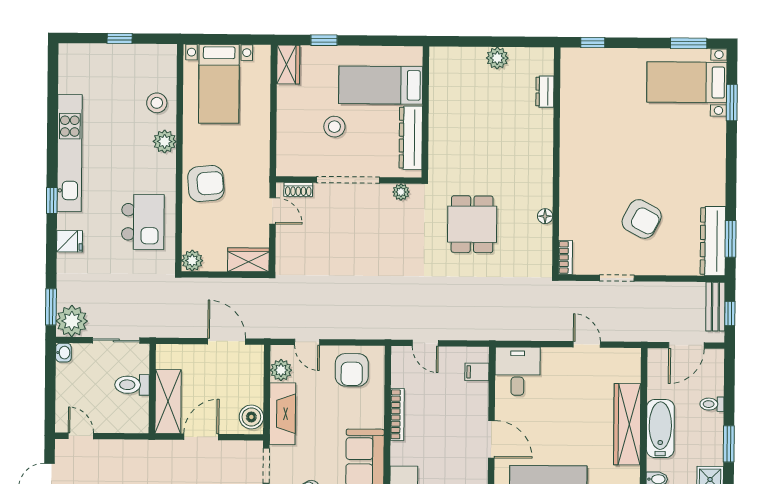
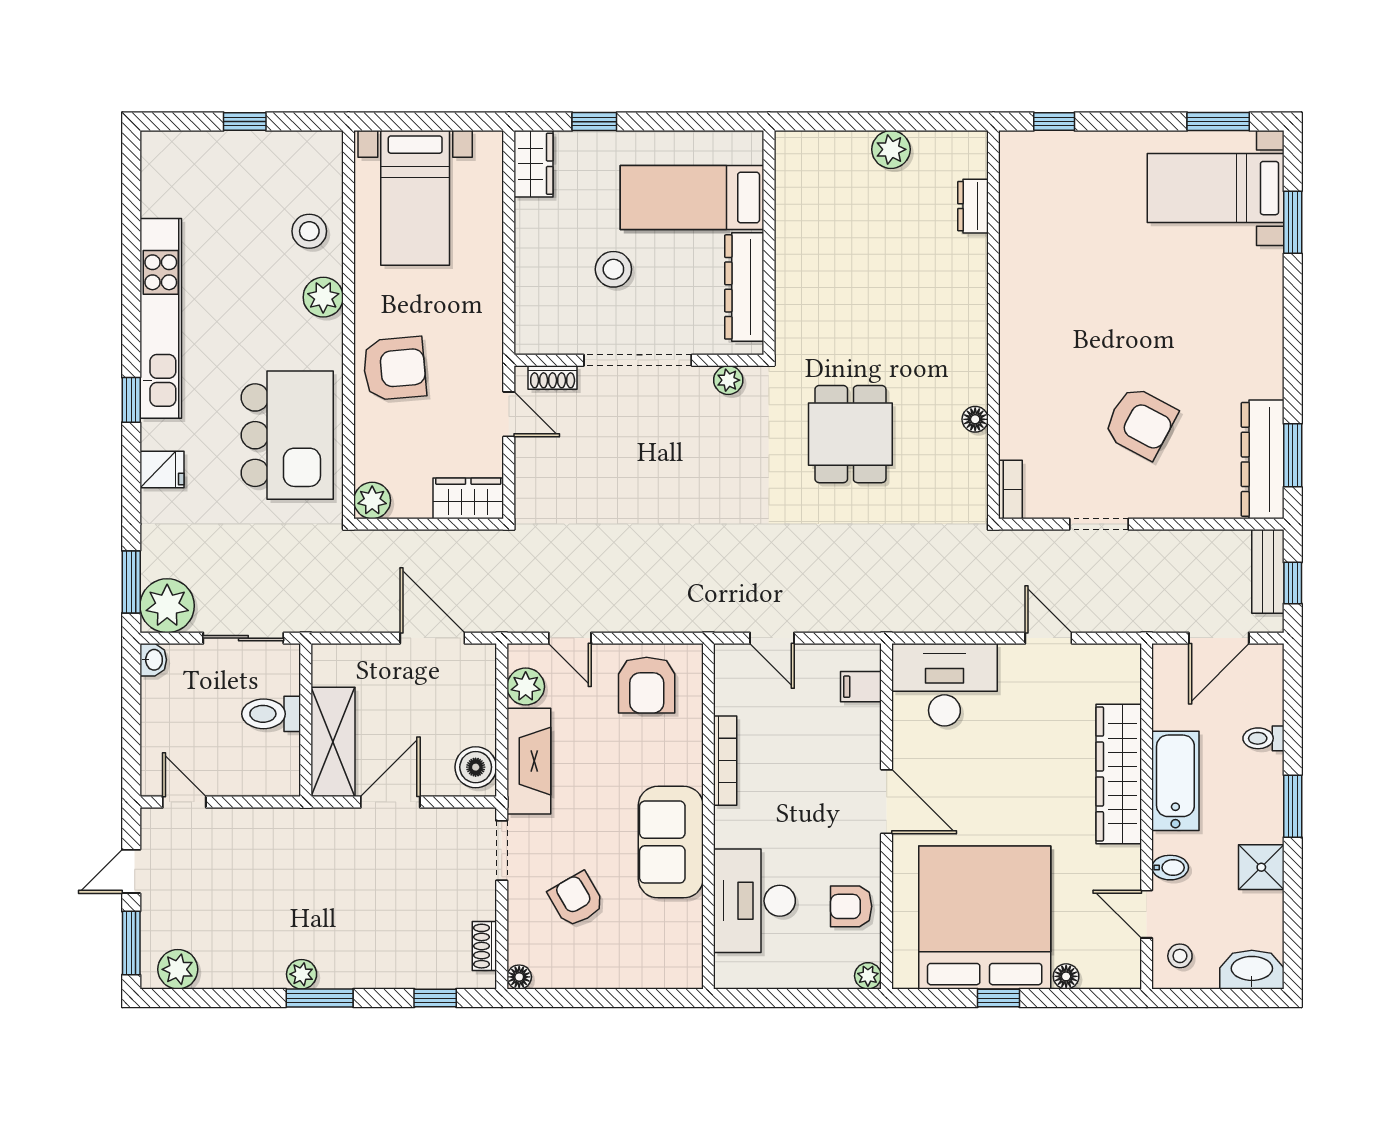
kitchen island: (143, 222) -> (287, 435), width x1.37, depth x1.28
desk: (517, 371) -> (944, 685), width x1.37

